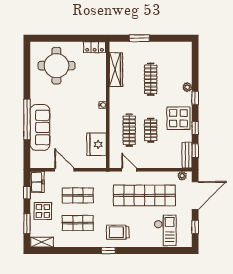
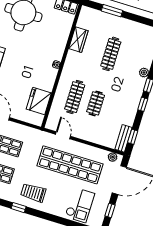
wardrobe: (116, 70) -> (78, 40), width x0.67
display table: (178, 118) -> (126, 100), removed
window: (195, 128) -> (143, 104), moved

